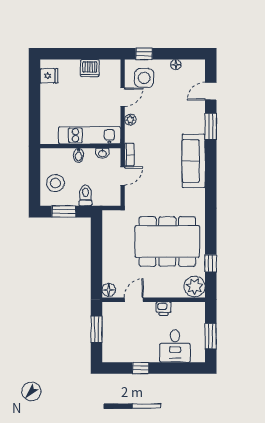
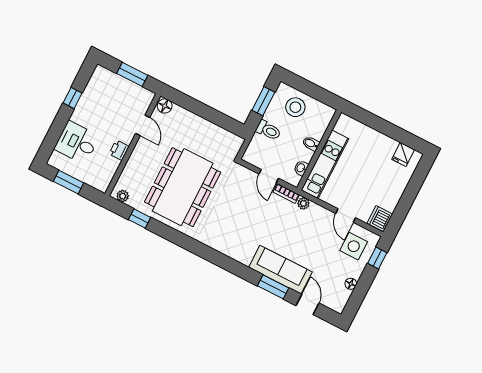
dishwasher: (90, 68) -> (380, 219), moved
plant: (130, 120) -> (303, 203), moved
sofa: (194, 161) -> (280, 270), moved
plant: (195, 286) -> (123, 196), width x0.53, depth x0.53

